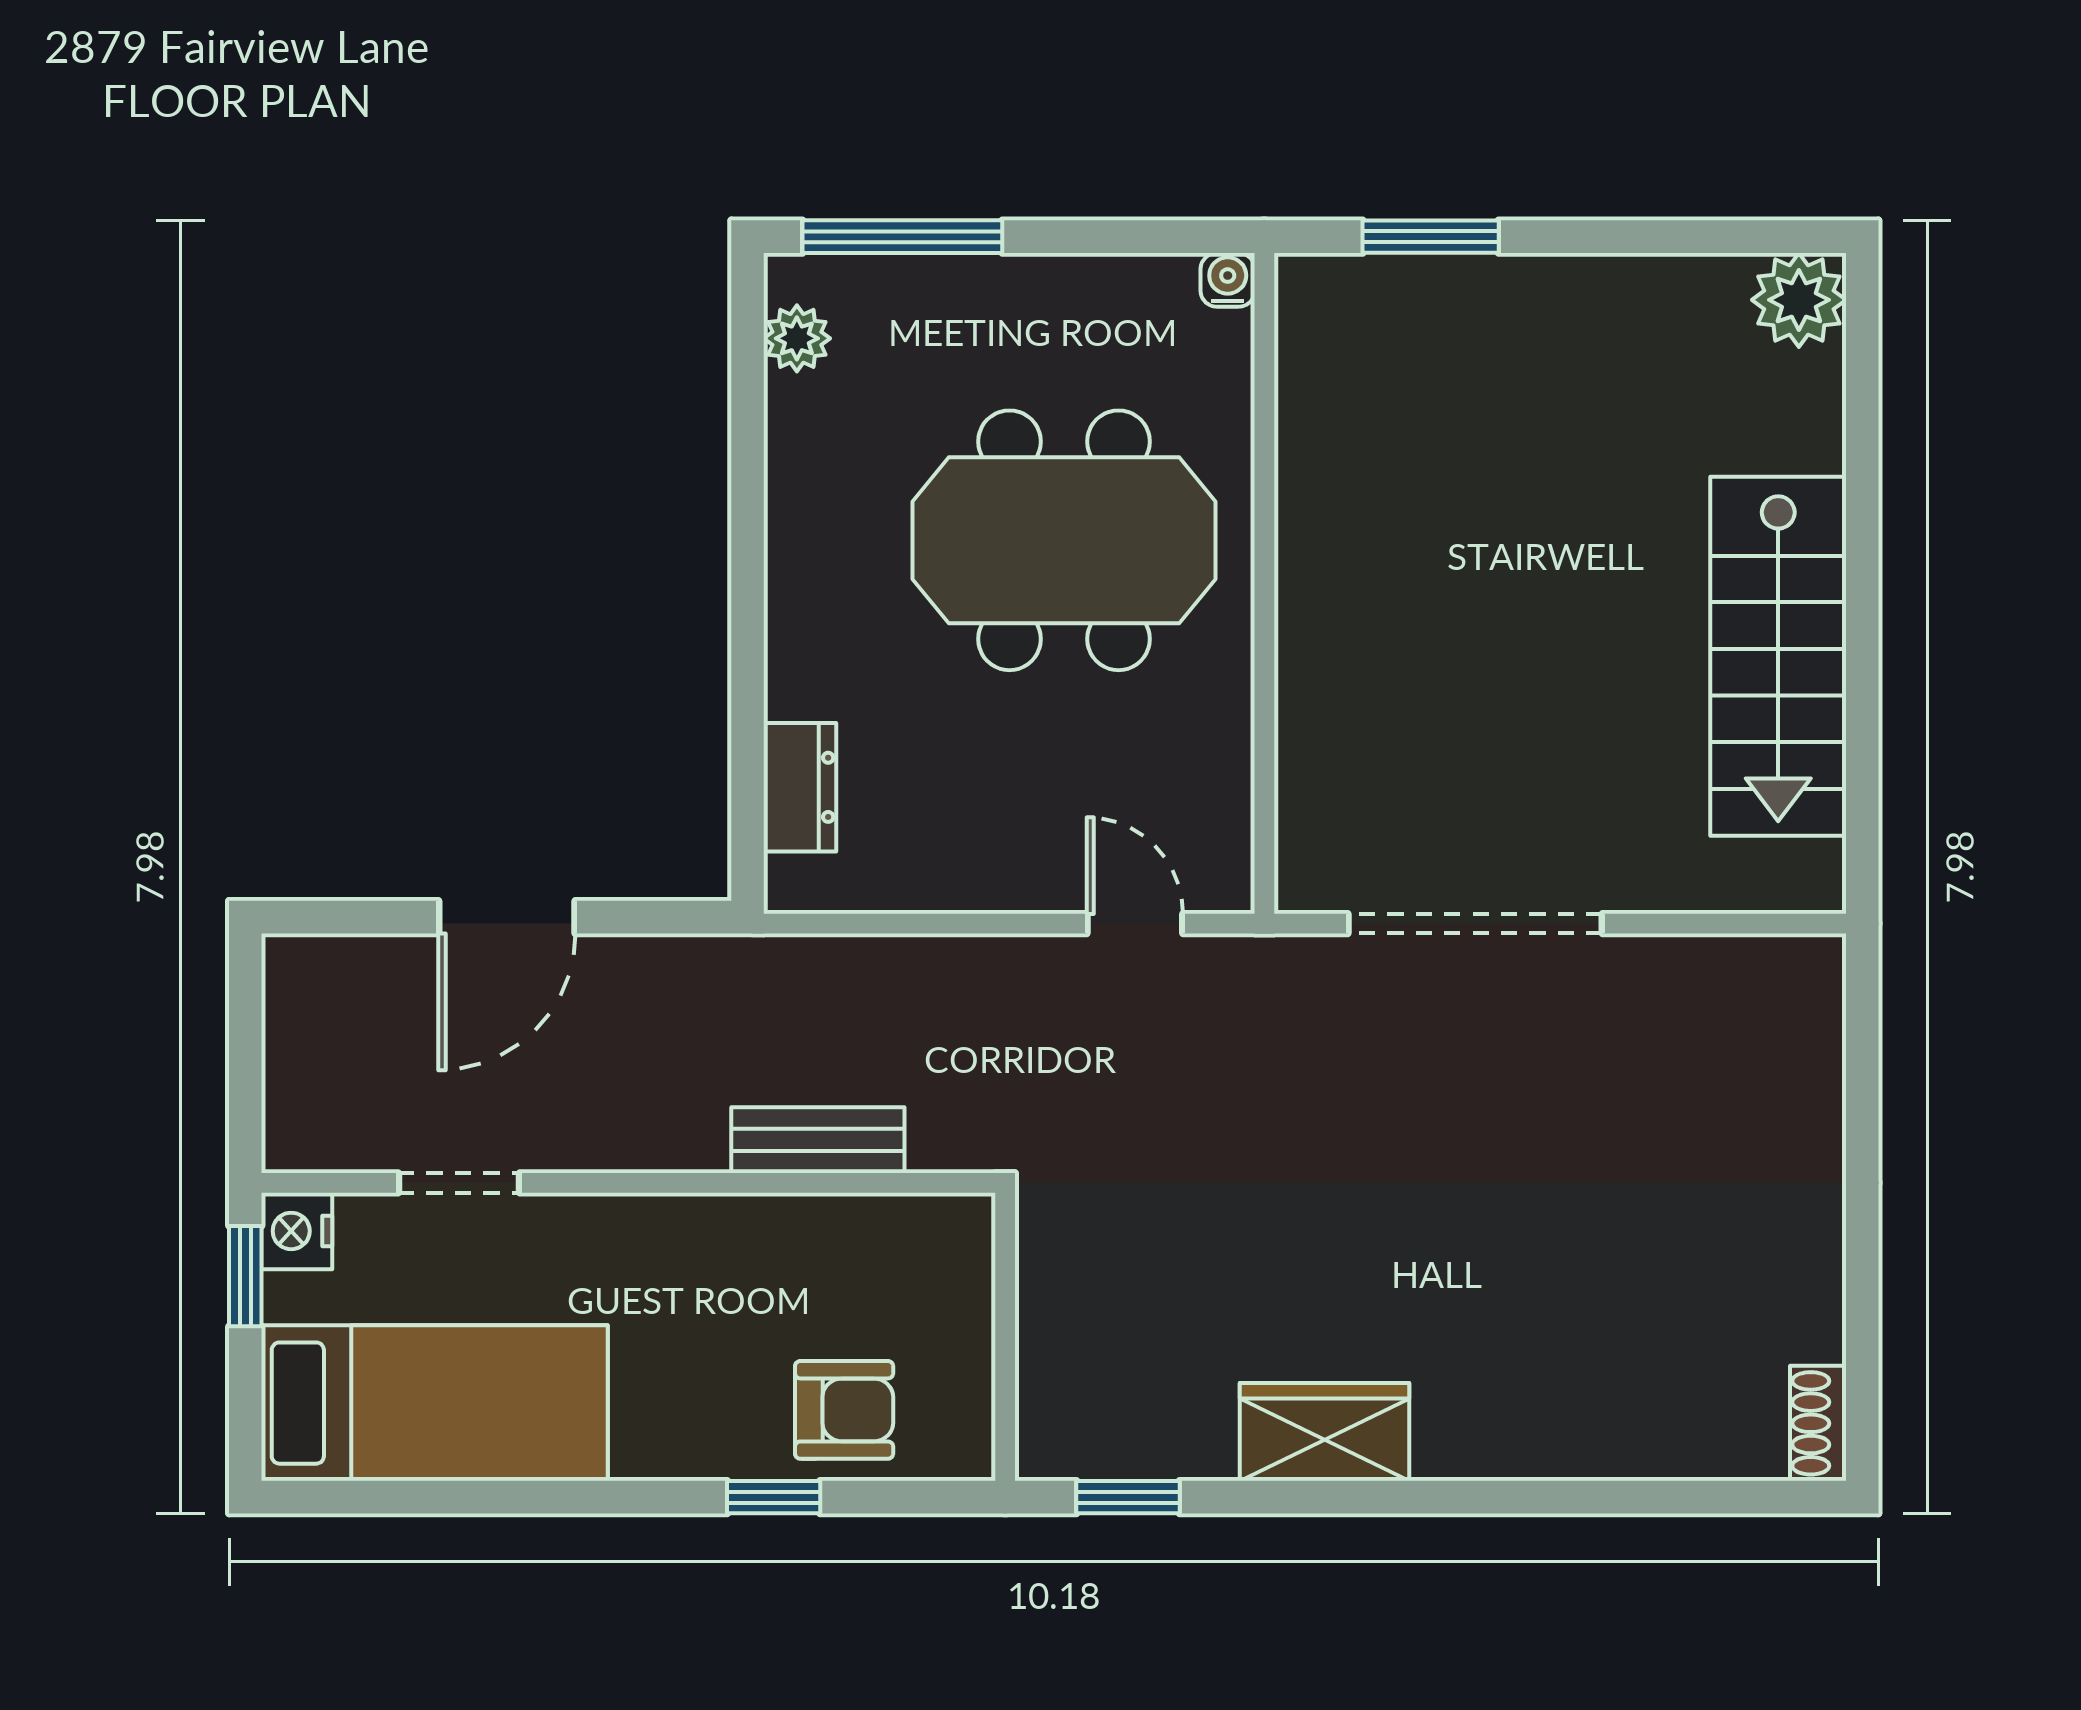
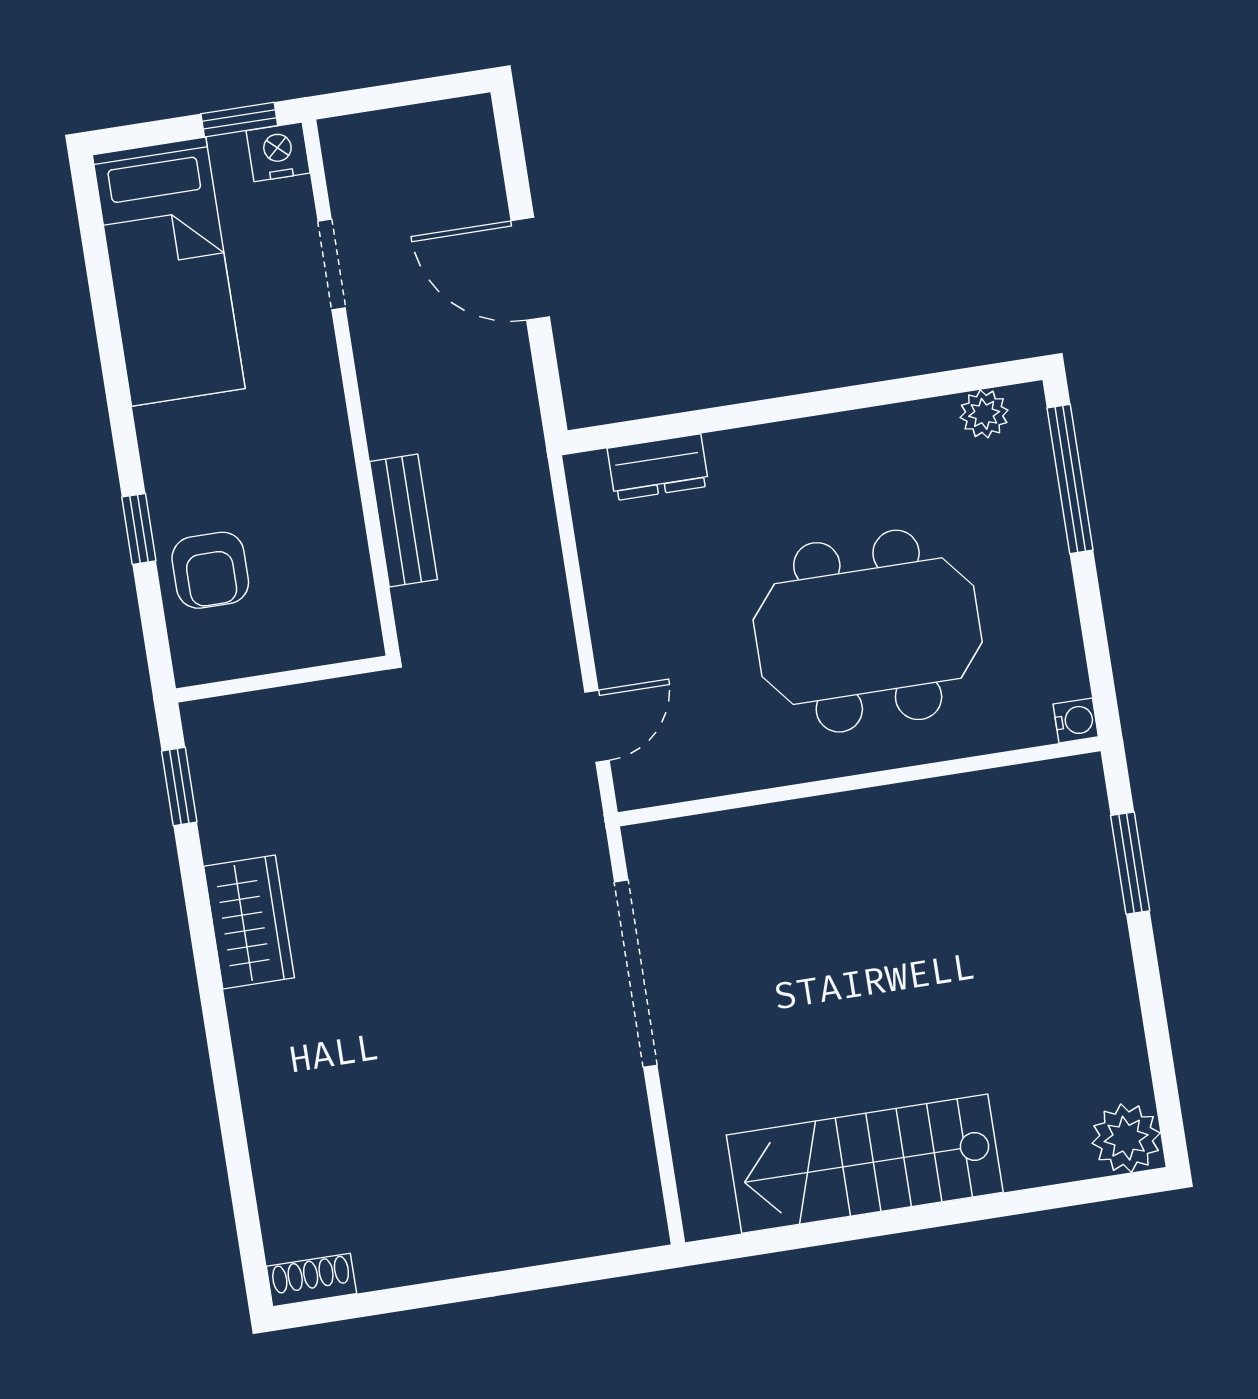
meeting table: (1064, 540) -> (868, 631), turned 90

